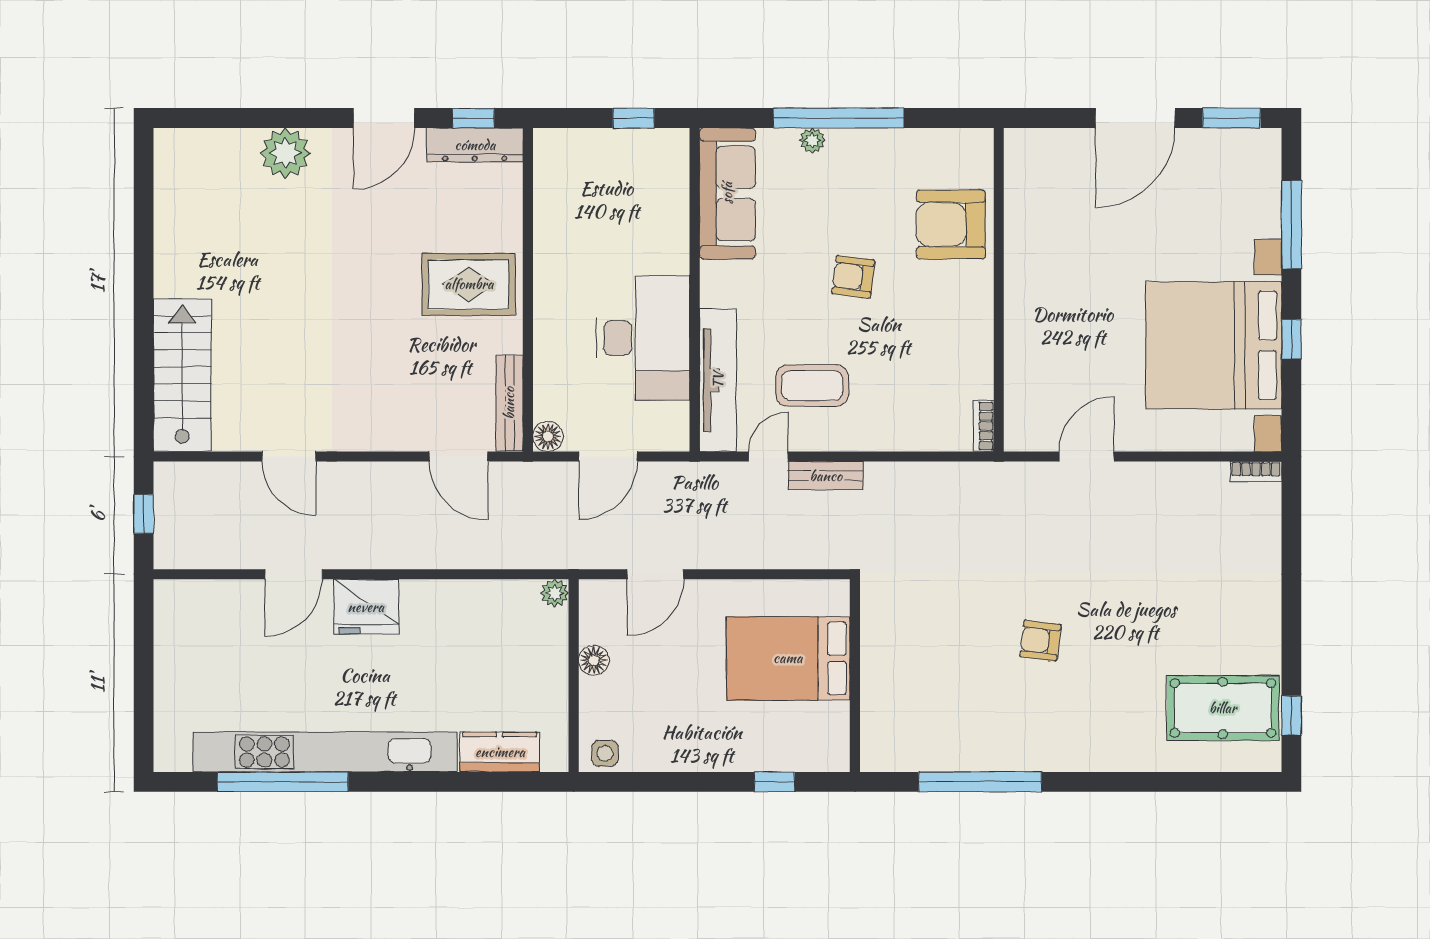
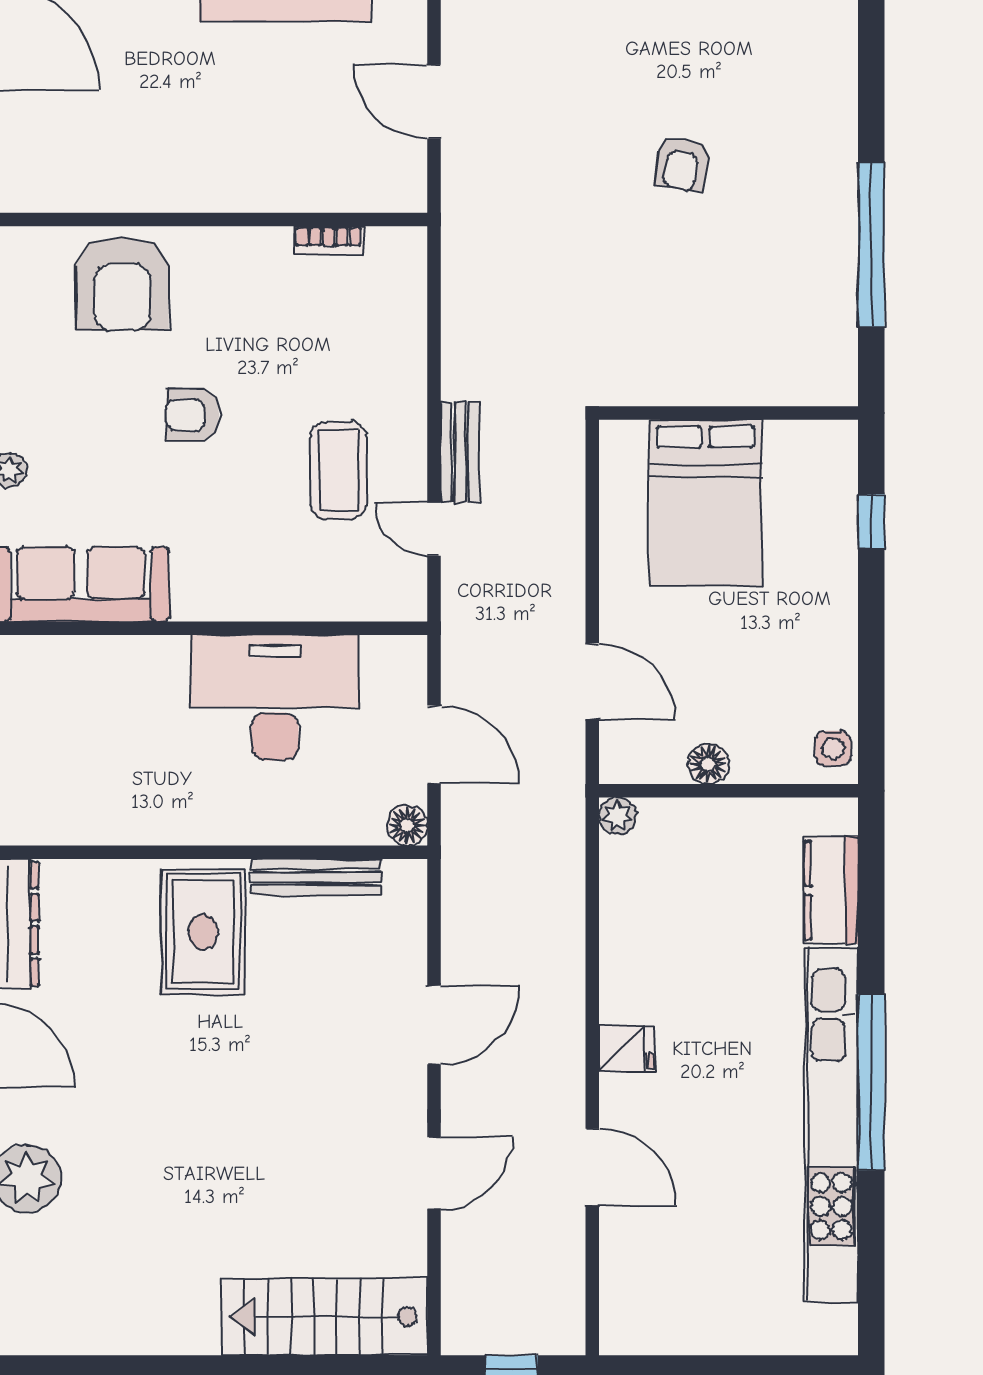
armchair: (853, 277) -> (193, 415), turned 83
tv unit: (718, 380) -> (331, 597), removed
bench: (509, 403) -> (316, 877), moved
bookcase: (984, 426) -> (329, 240), moved
door: (458, 456) -> (434, 1025), moved
fridge: (366, 607) -> (626, 1049), width x0.53, depth x0.75
window: (283, 782) -> (871, 1082), moved

